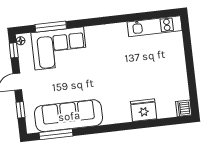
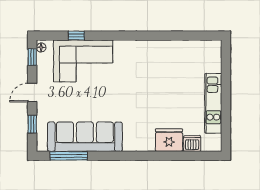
kitchen unit: (155, 26) -> (213, 103), moved, turned 90
window: (51, 27) -> (76, 36), width x0.46
dishwasher: (184, 108) -> (192, 144), moved, turned 90

